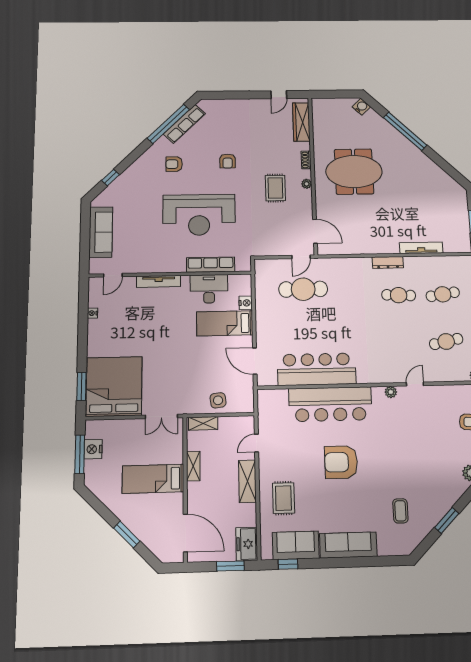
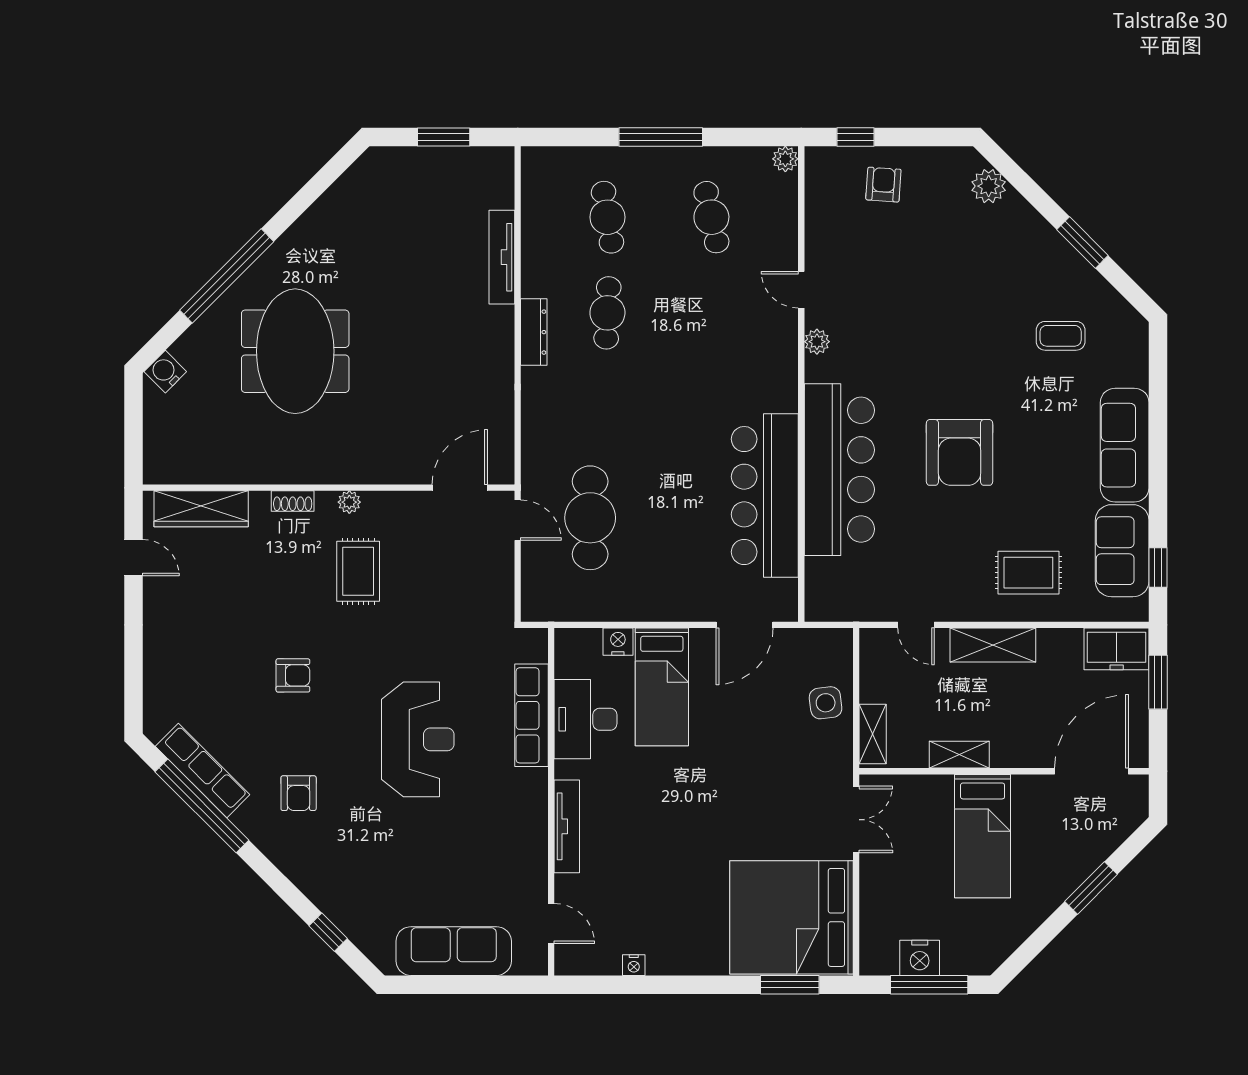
meeting table: (354, 172) -> (295, 351), moved
rug: (275, 188) -> (358, 571), turned 90
reception desk: (199, 215) -> (418, 739), width x0.74, depth x0.77

